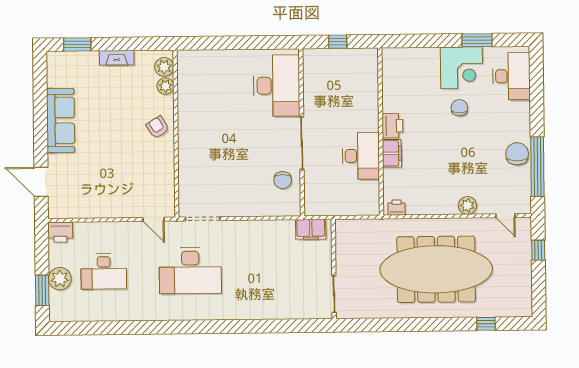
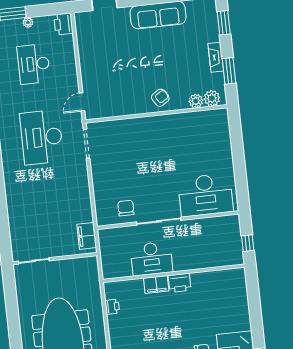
window: (134, 44) -> (229, 71), added
printer: (392, 126) -> (180, 283), moved
wall: (381, 132) -> (174, 273), moved
filing cabinet: (392, 153) -> (156, 285), moved
desk: (361, 156) -> (151, 259), moved
chair: (283, 180) -> (126, 208), turned 90
plant: (60, 279) -> (28, 23), width x0.53, depth x0.53

